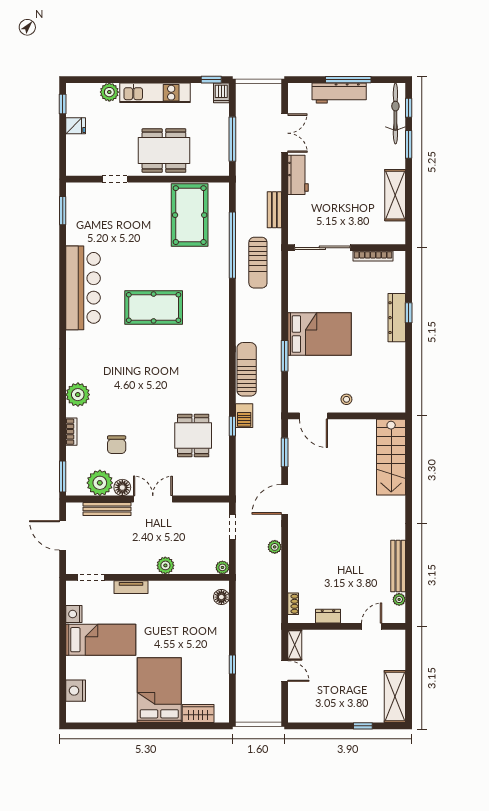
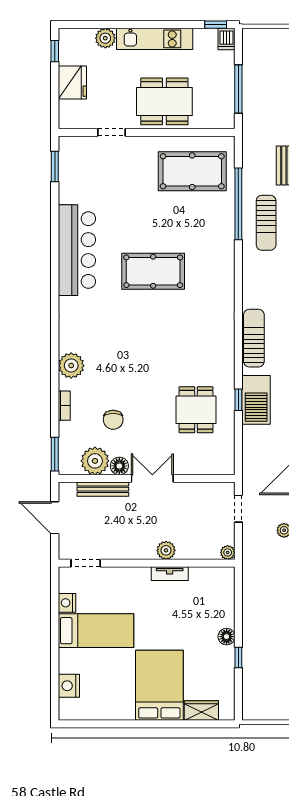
fridge: (76, 126) -> (72, 82), width x1.88, depth x1.34
pool table: (190, 215) -> (192, 171), turned 90
barbecue: (244, 416) -> (256, 400), width x1.88, depth x1.53
tv unit: (131, 587) -> (170, 574), moved
floor lamp: (221, 597) -> (227, 637), moved

